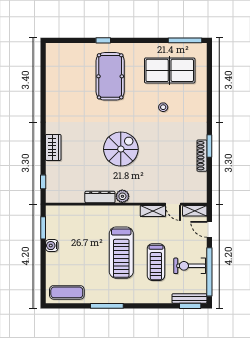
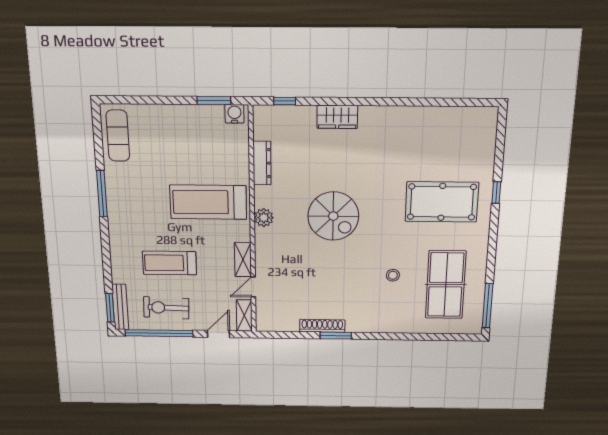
dresser: (100, 197) -> (262, 163), moved
water cooler: (52, 246) -> (234, 114), moved
treadmill: (121, 253) -> (208, 202), moved
exercise bike: (190, 266) -> (166, 308), turned -88

